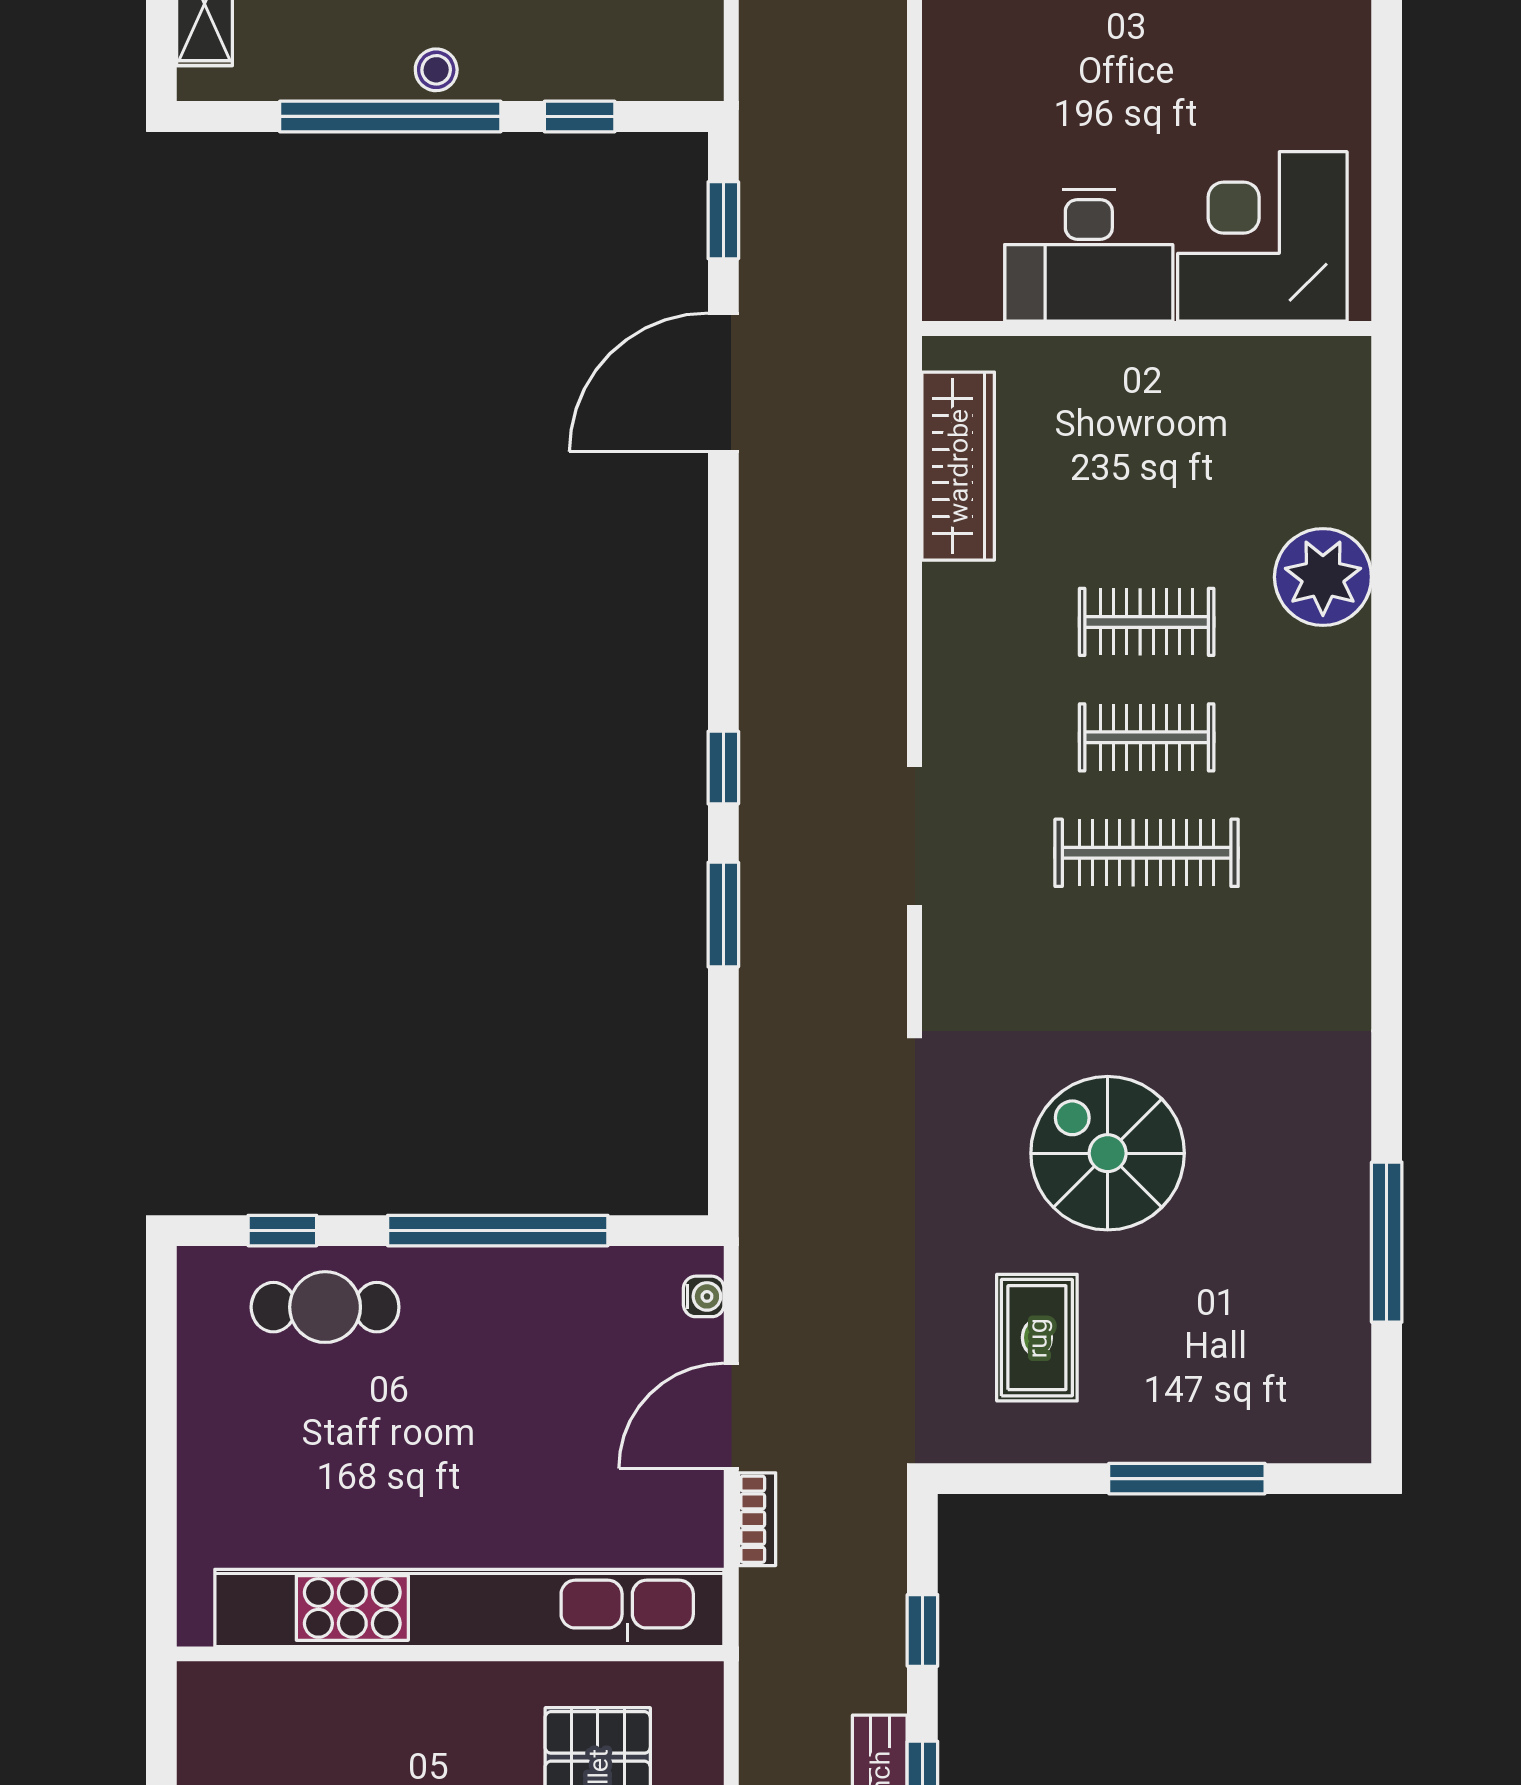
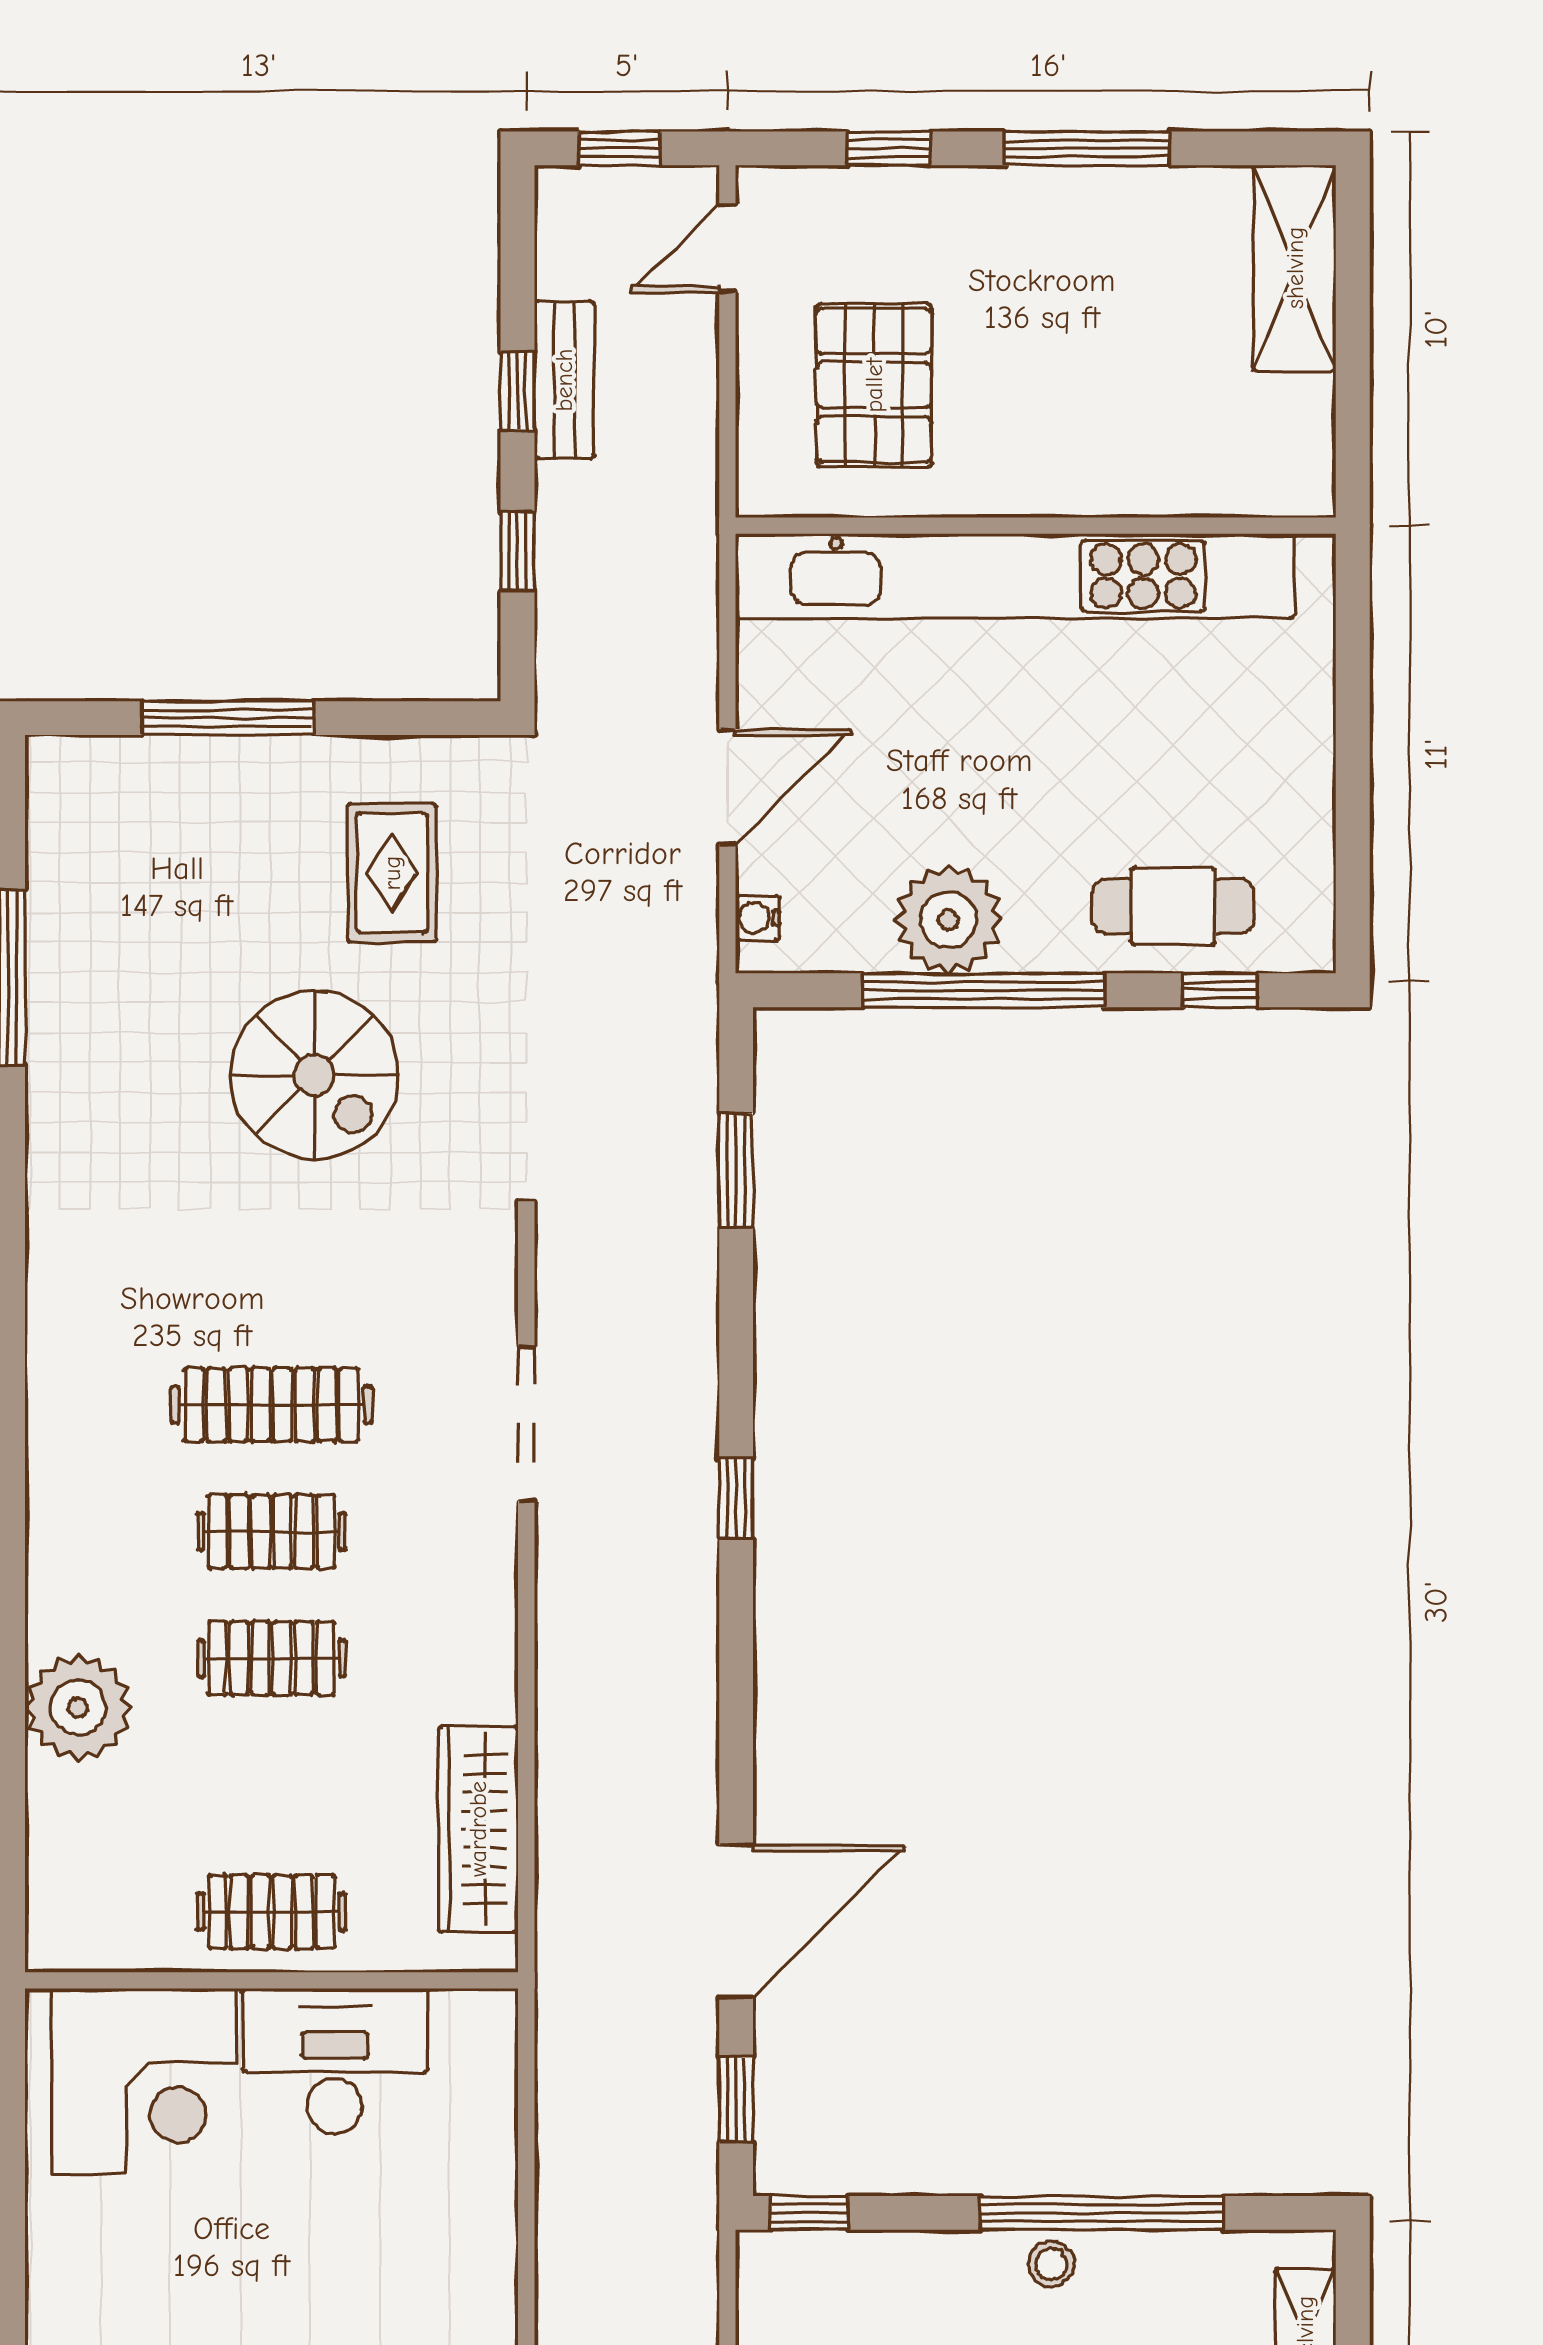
window: (580, 116) -> (810, 2213), moved
clothes rail: (1147, 391) -> (271, 1912), added
window: (723, 915) -> (736, 1171), moved
plant: (530, 1295) -> (948, 920), added
bookcase: (757, 1519) -> (699, 673), removed

